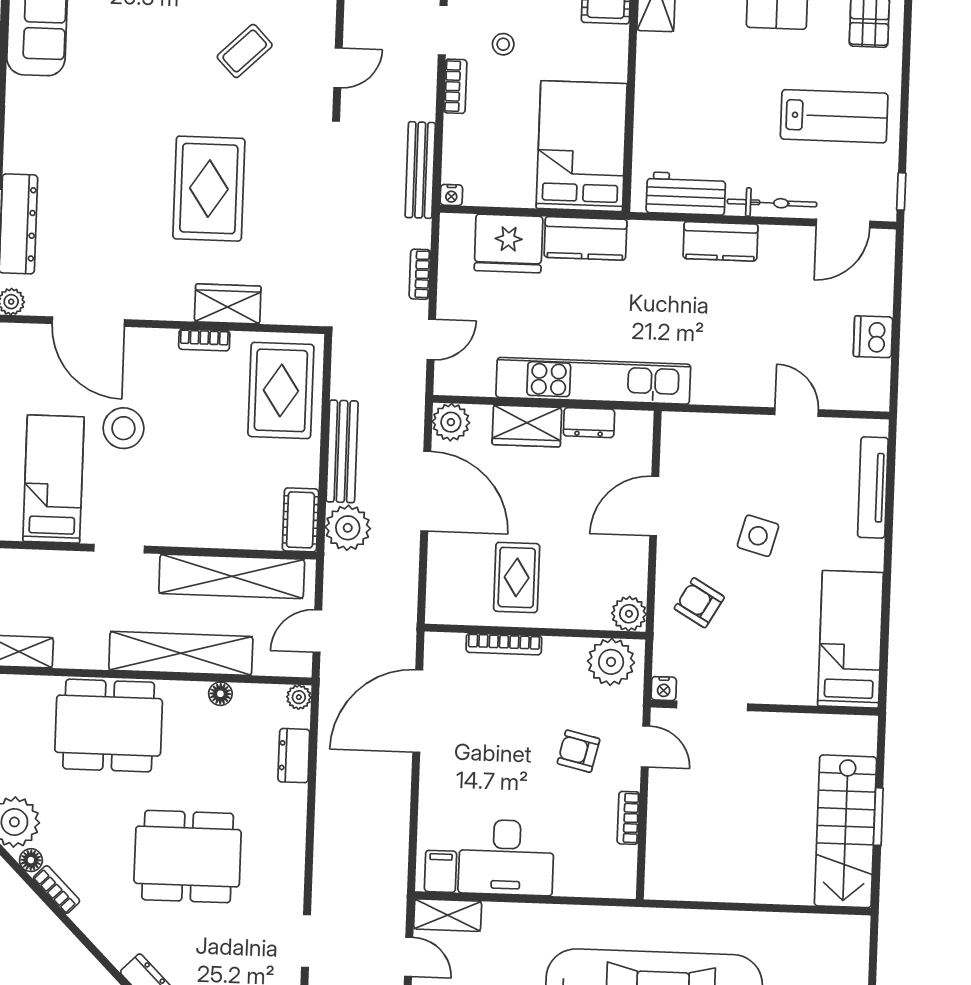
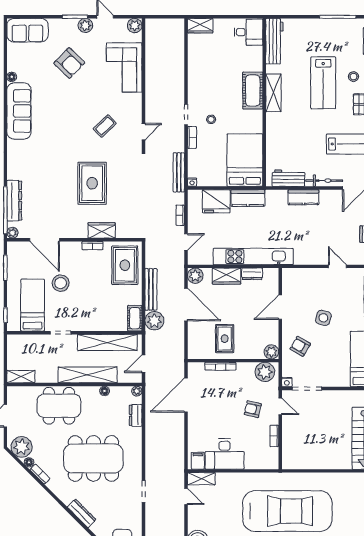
dining table: (188, 857) -> (93, 458), width x1.36, depth x1.24

